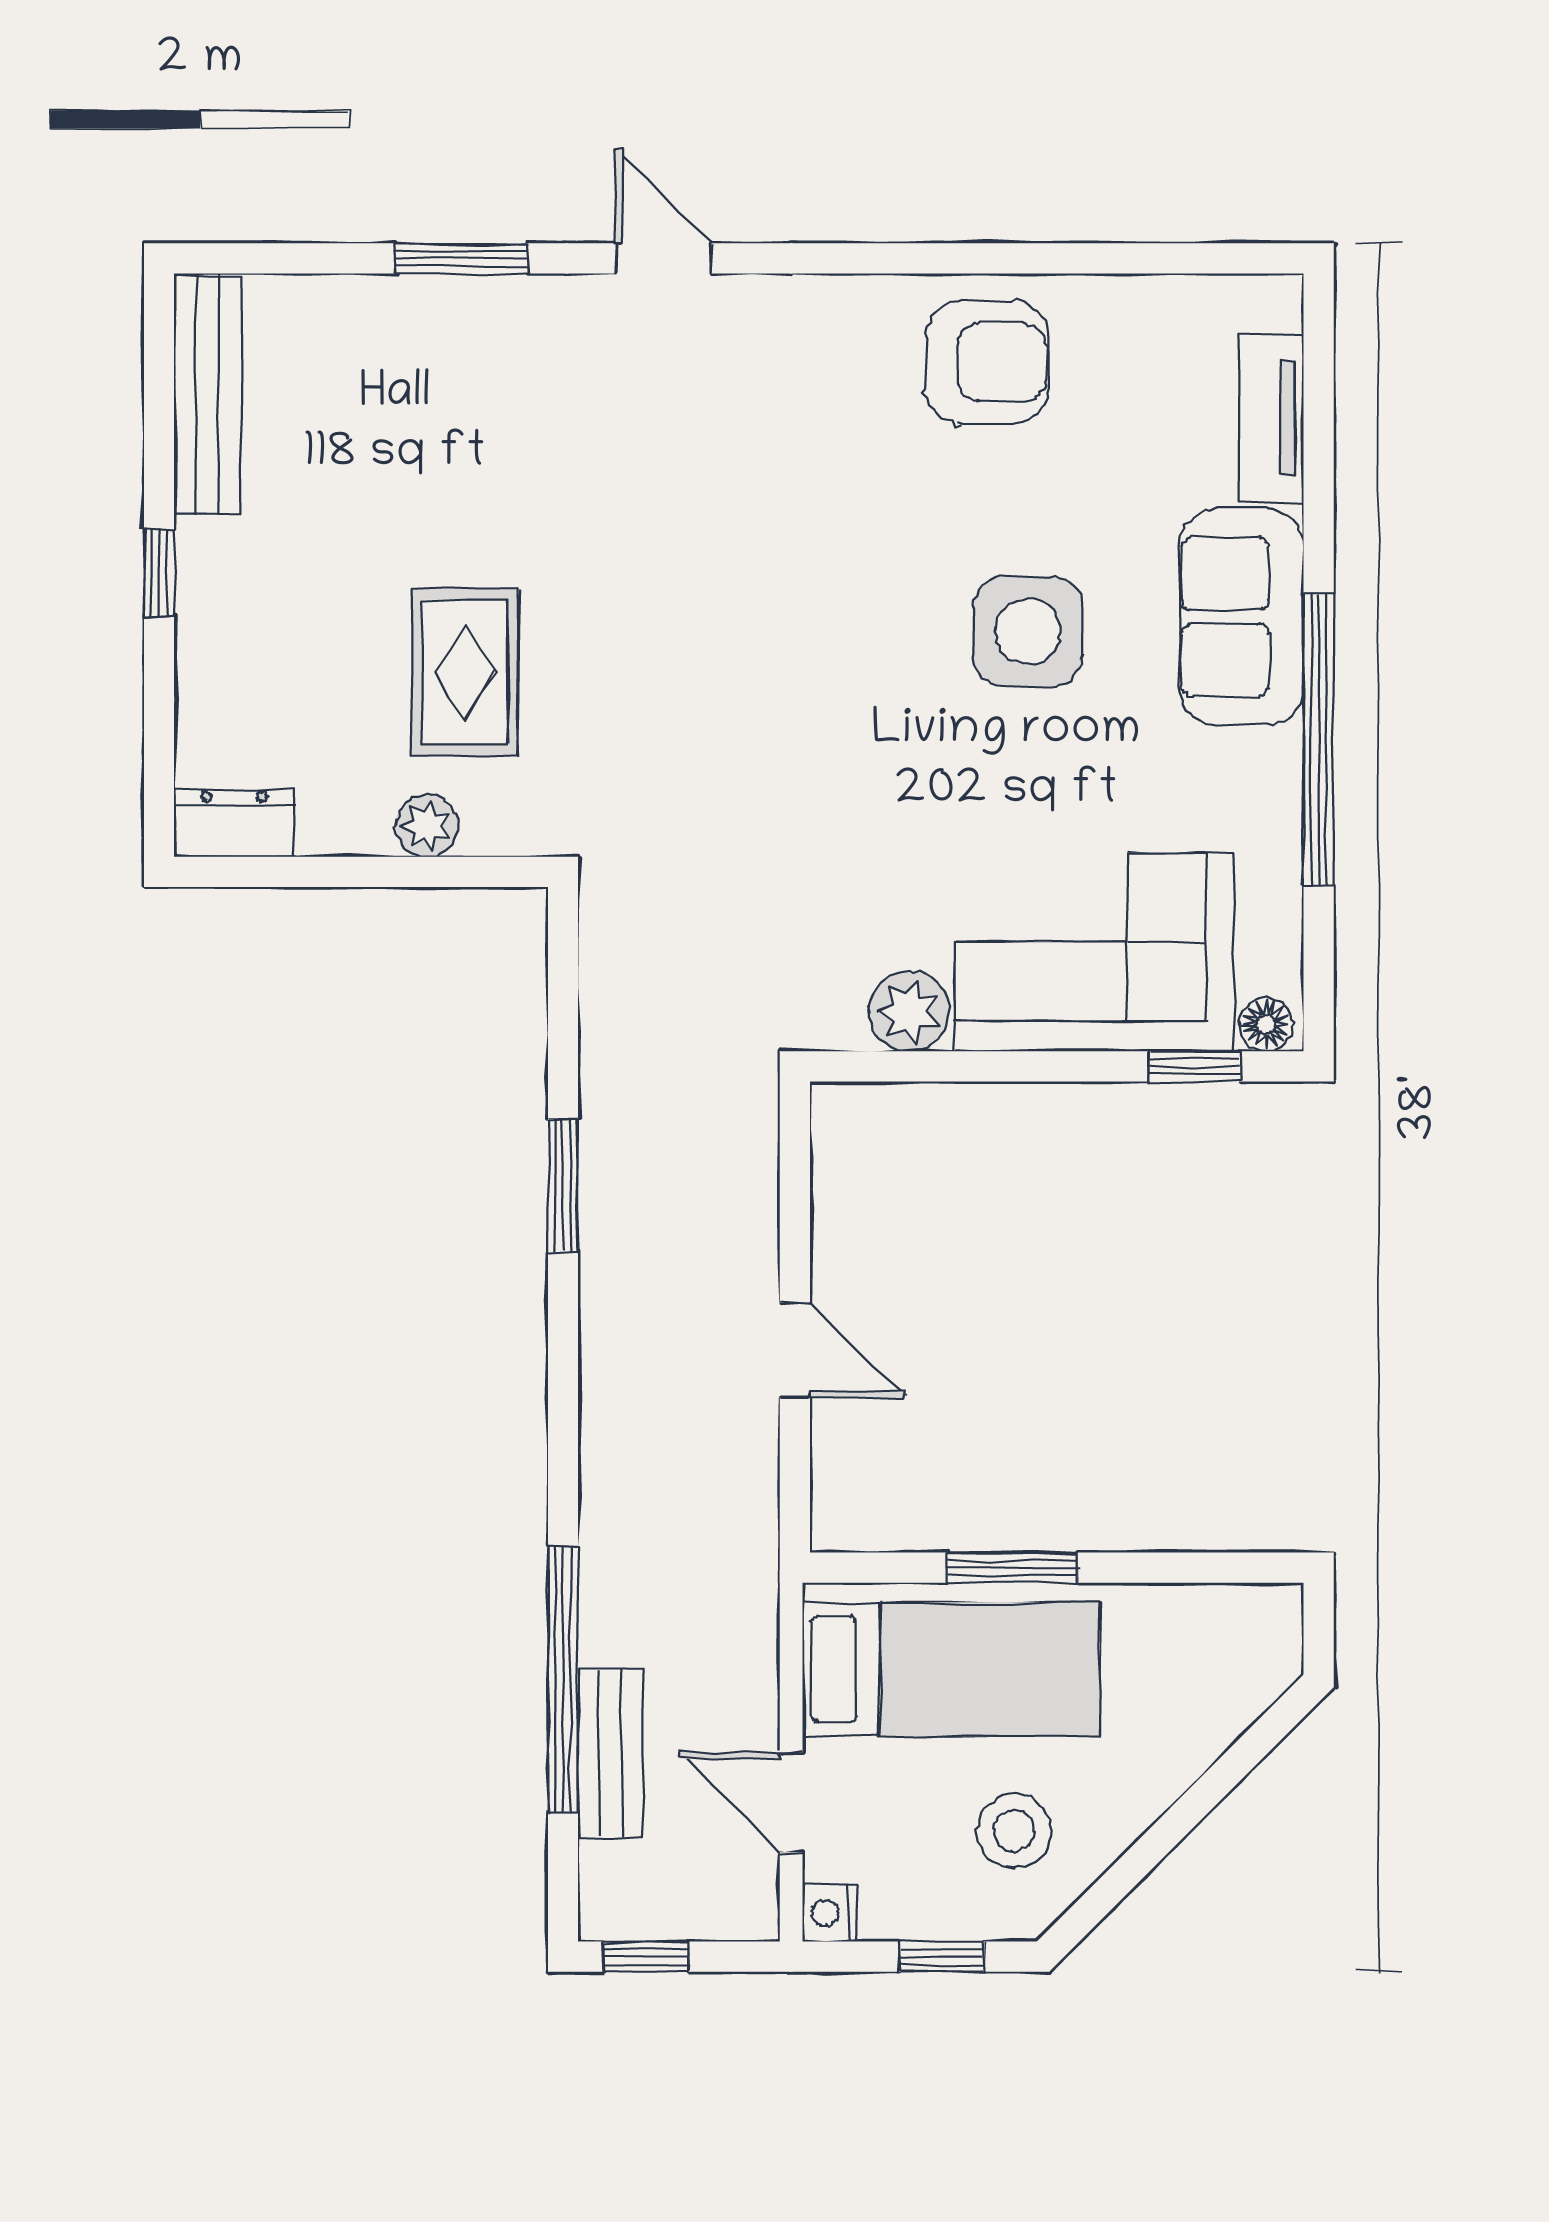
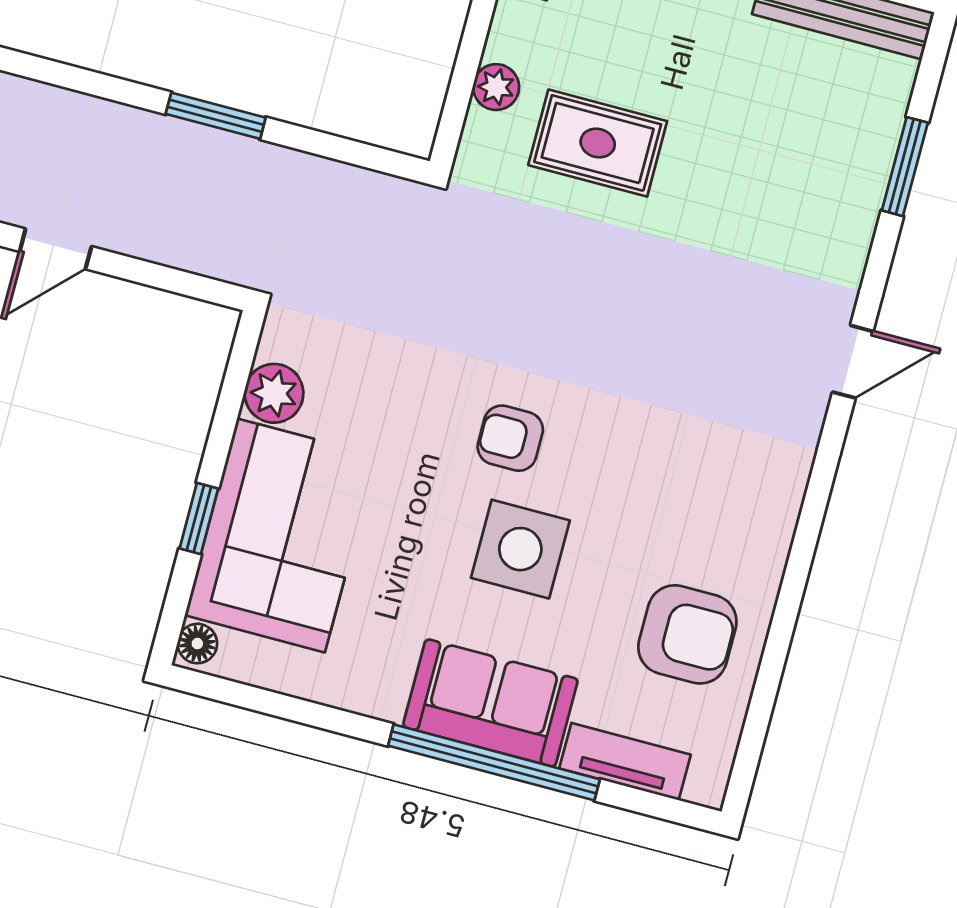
window: (461, 258) -> (905, 167), moved
armchair: (987, 362) -> (687, 634), moved, turned -90
armchair: (885, 684) -> (510, 438), added
window: (1319, 740) -> (494, 762), moved
window: (1194, 1066) -> (199, 519), moved

